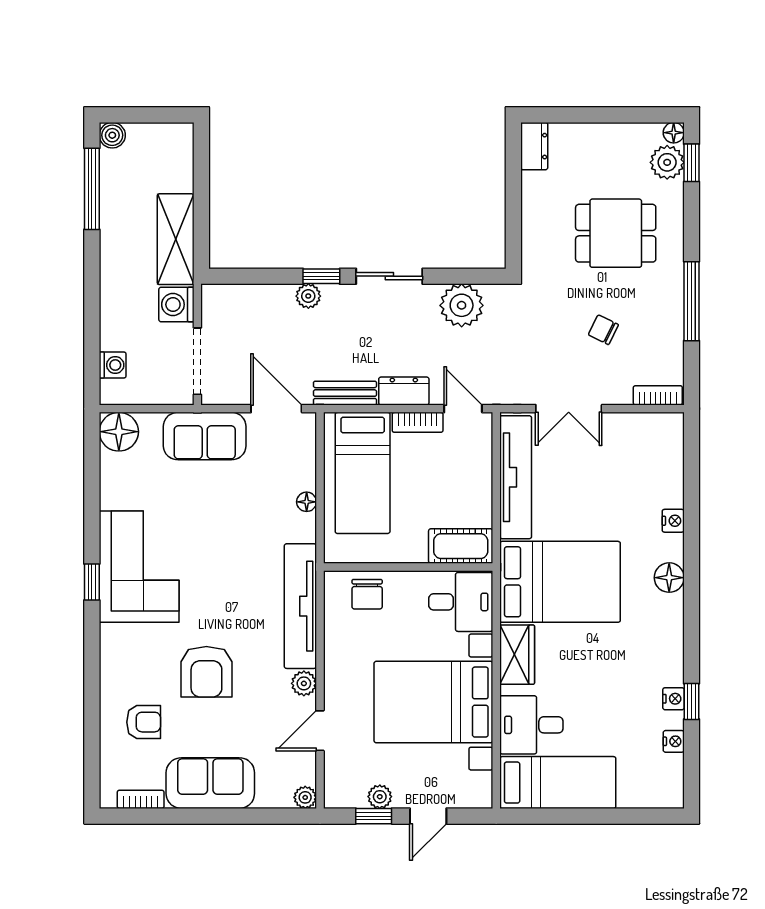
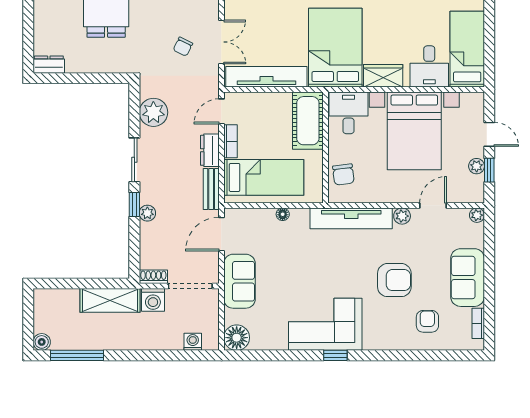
shoe rack: (211, 305) -> (153, 277), added
chair: (603, 330) -> (183, 47), moved
cot: (461, 546) -> (308, 121), width x1.37, depth x1.34
chair: (367, 594) -> (343, 174), turned 83
door: (320, 731) -> (433, 205), swing flipped

